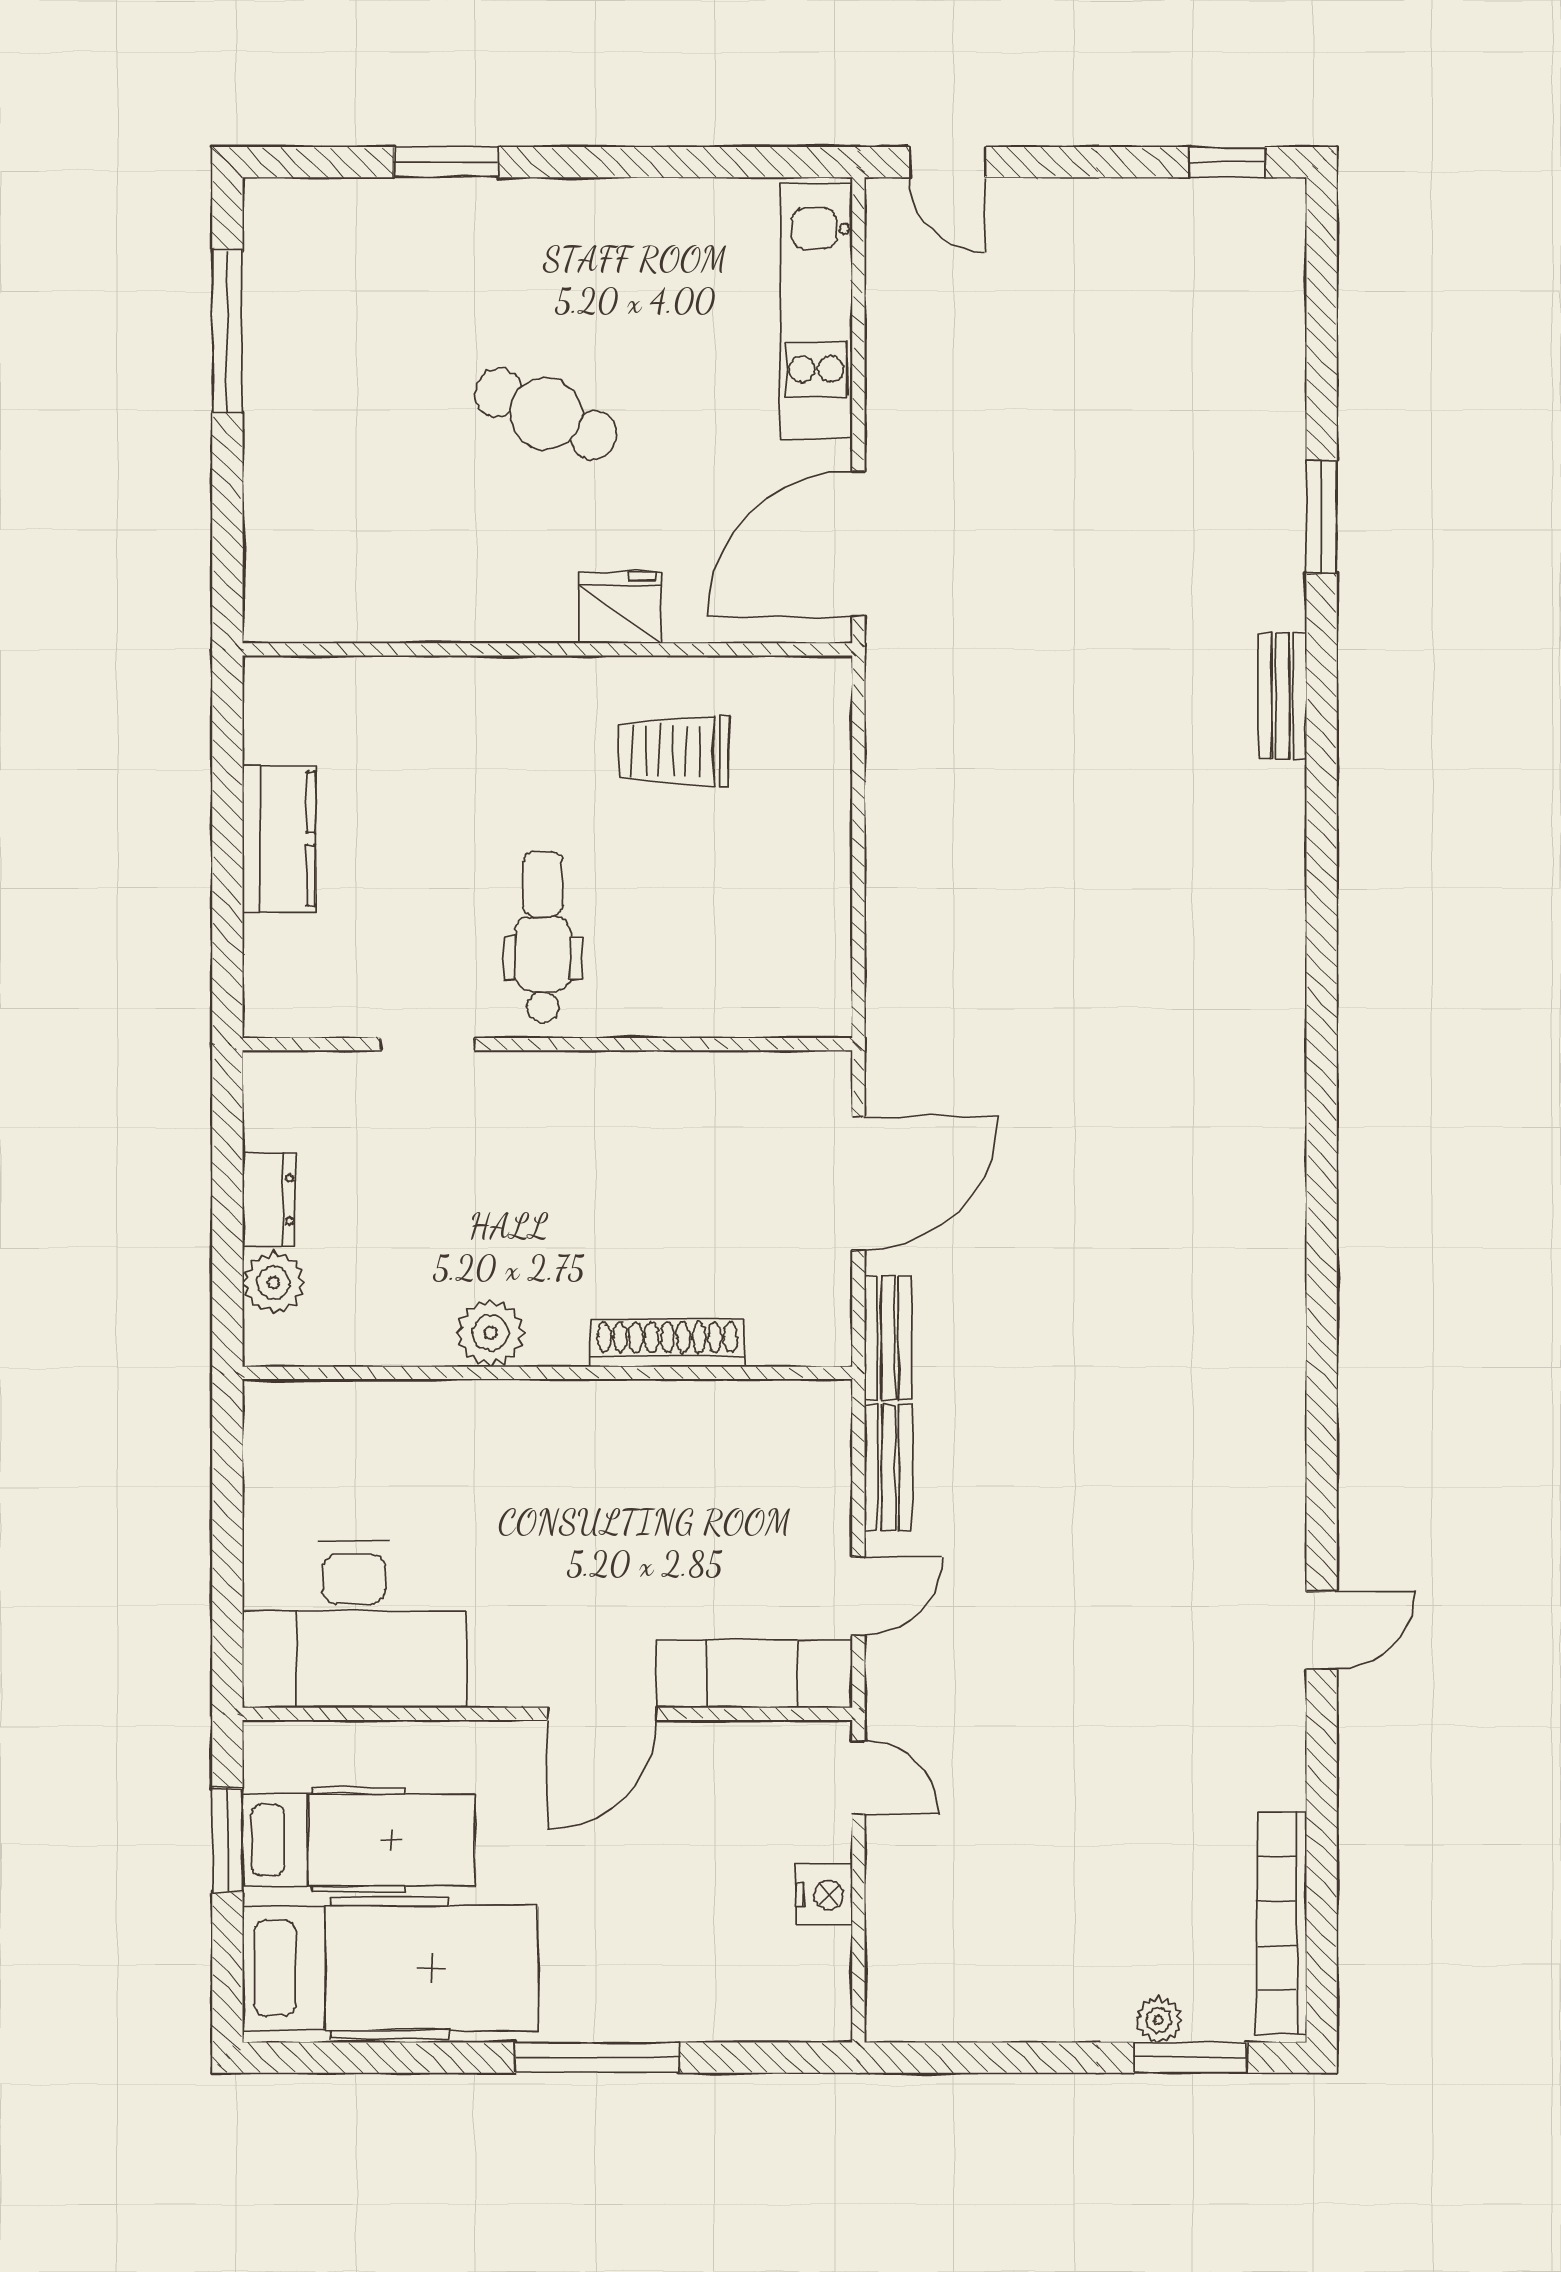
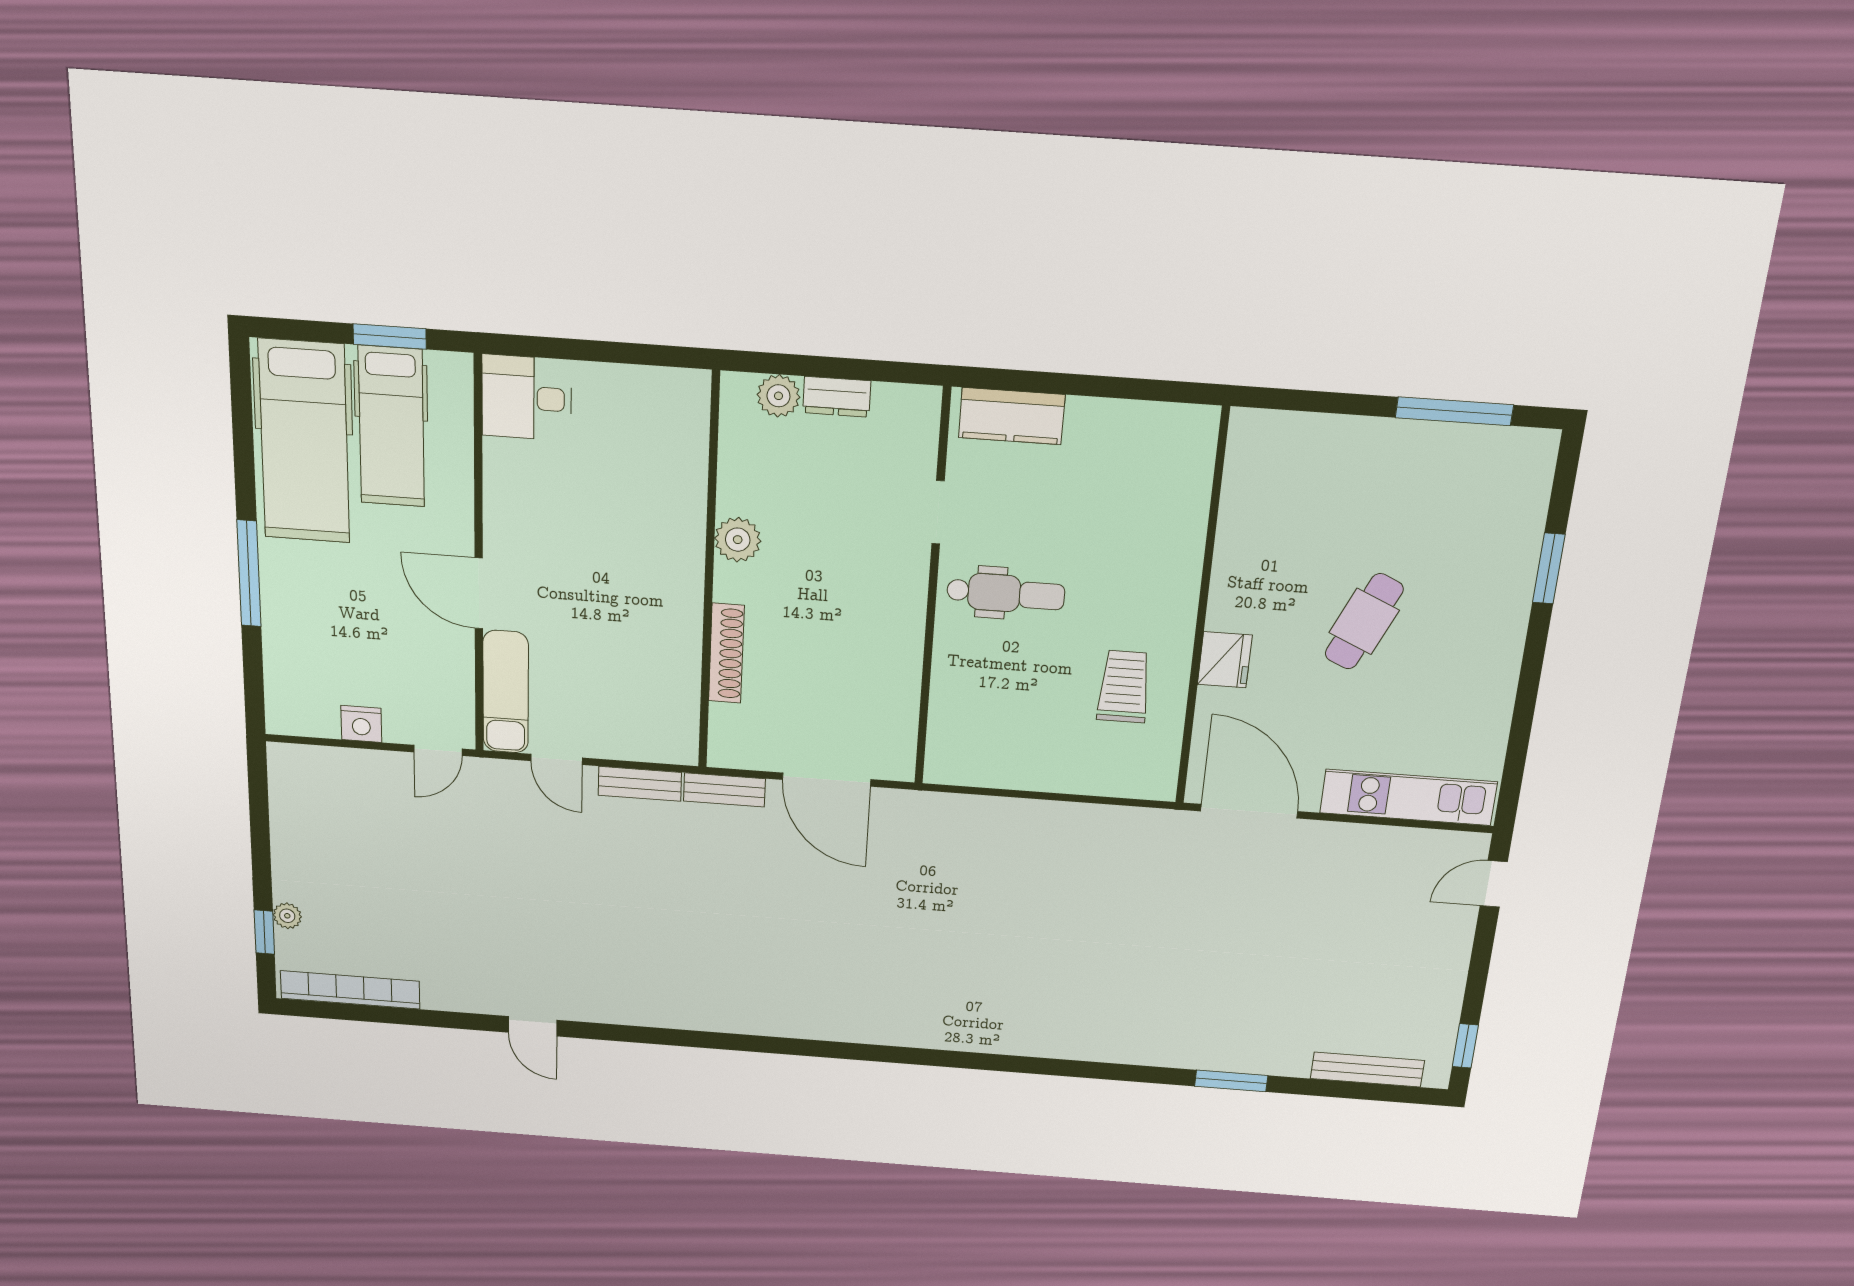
bench: (1283, 696) -> (1367, 1070), moved, width x1.36
kitchen counter: (279, 839) -> (1012, 416), moved
desk: (354, 1624) -> (527, 398), width x0.53, depth x0.77
window: (1190, 2058) -> (264, 932), width x0.67

